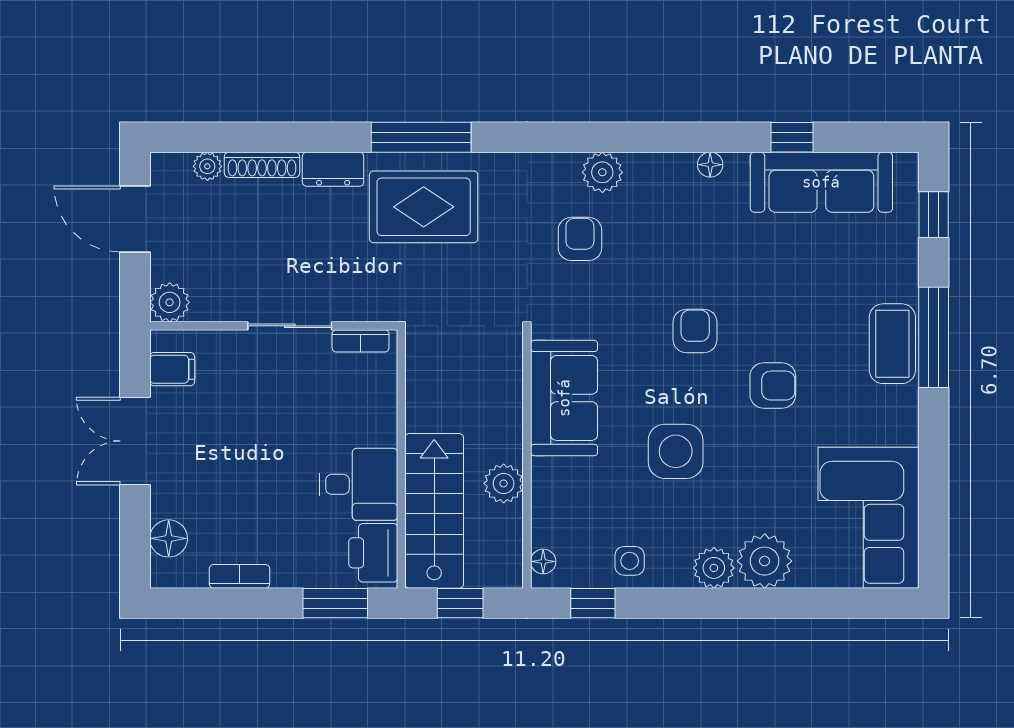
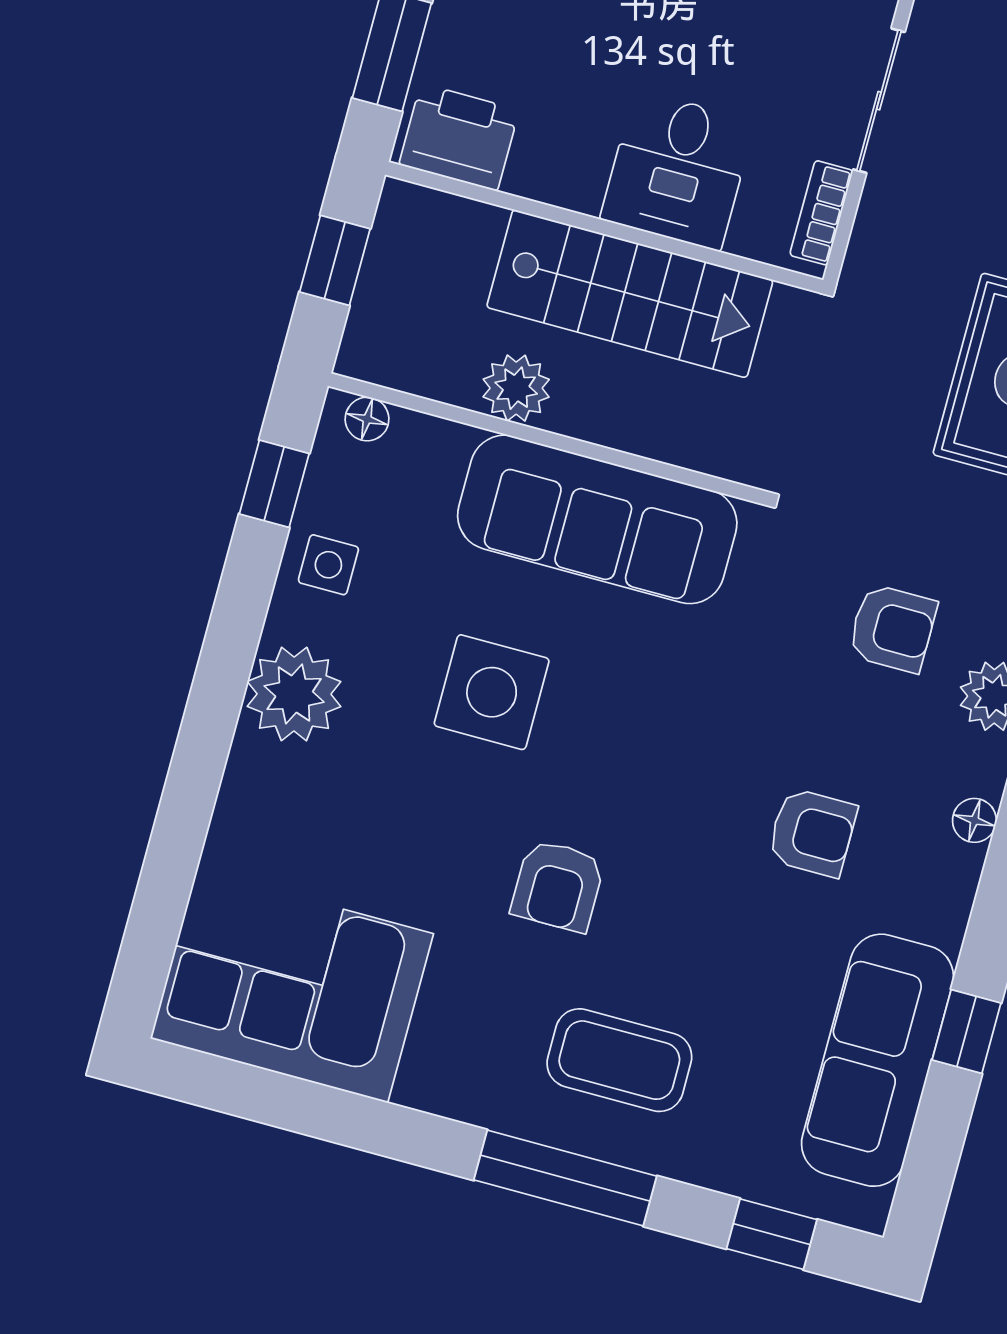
floor lamp: (710, 165) -> (974, 820), moved
armchair: (695, 331) -> (812, 832), moved
coffee table: (892, 344) -> (619, 1060), moved
sofa: (564, 398) -> (597, 519), width x1.36
desk: (359, 484) -> (678, 170), moved
stairs: (434, 511) -> (630, 294), moved
plant: (765, 561) -> (267, 791), removed
plant: (714, 568) -> (294, 694), width x1.36, depth x1.36

